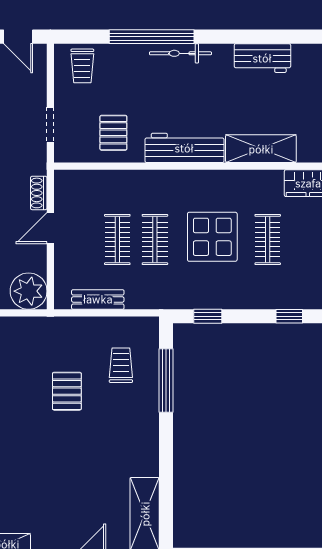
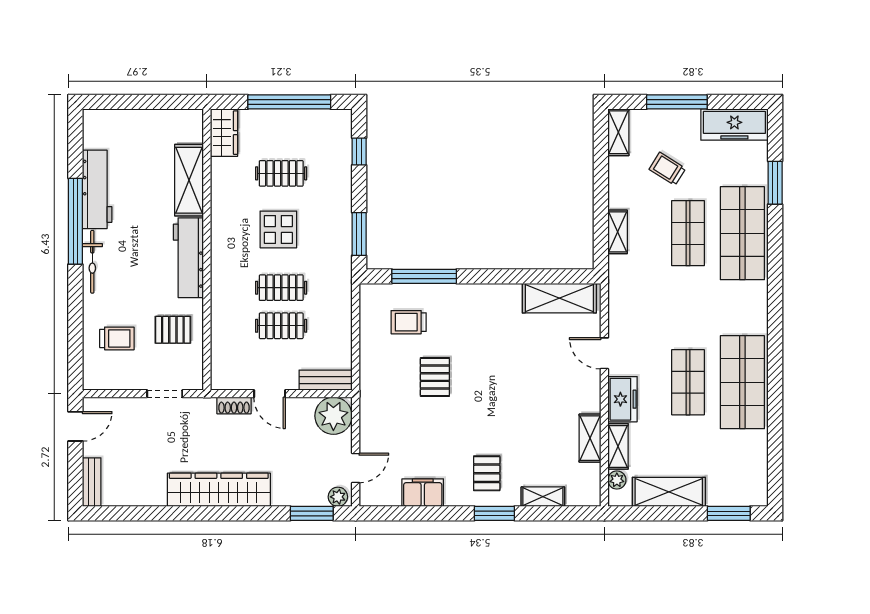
window: (152, 37) -> (75, 221), moved
workbench: (262, 58) -> (97, 189), width x1.37
trolley: (82, 66) -> (117, 338), moved
display table: (212, 237) -> (278, 229), width x0.73, depth x0.73
bench: (98, 299) -> (326, 380), moved, turned 90
window: (208, 316) -> (359, 234), width x1.50
pallet: (67, 391) -> (435, 377), turned 90

